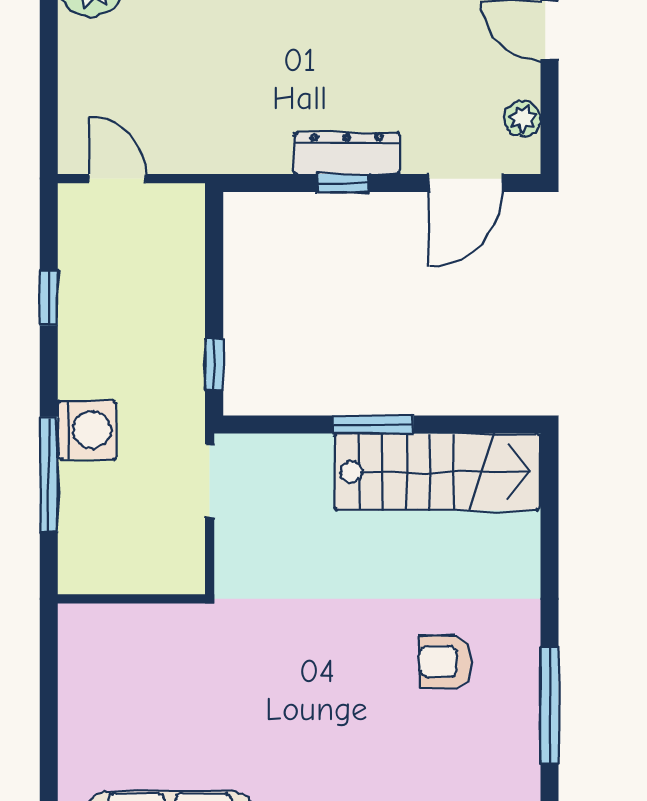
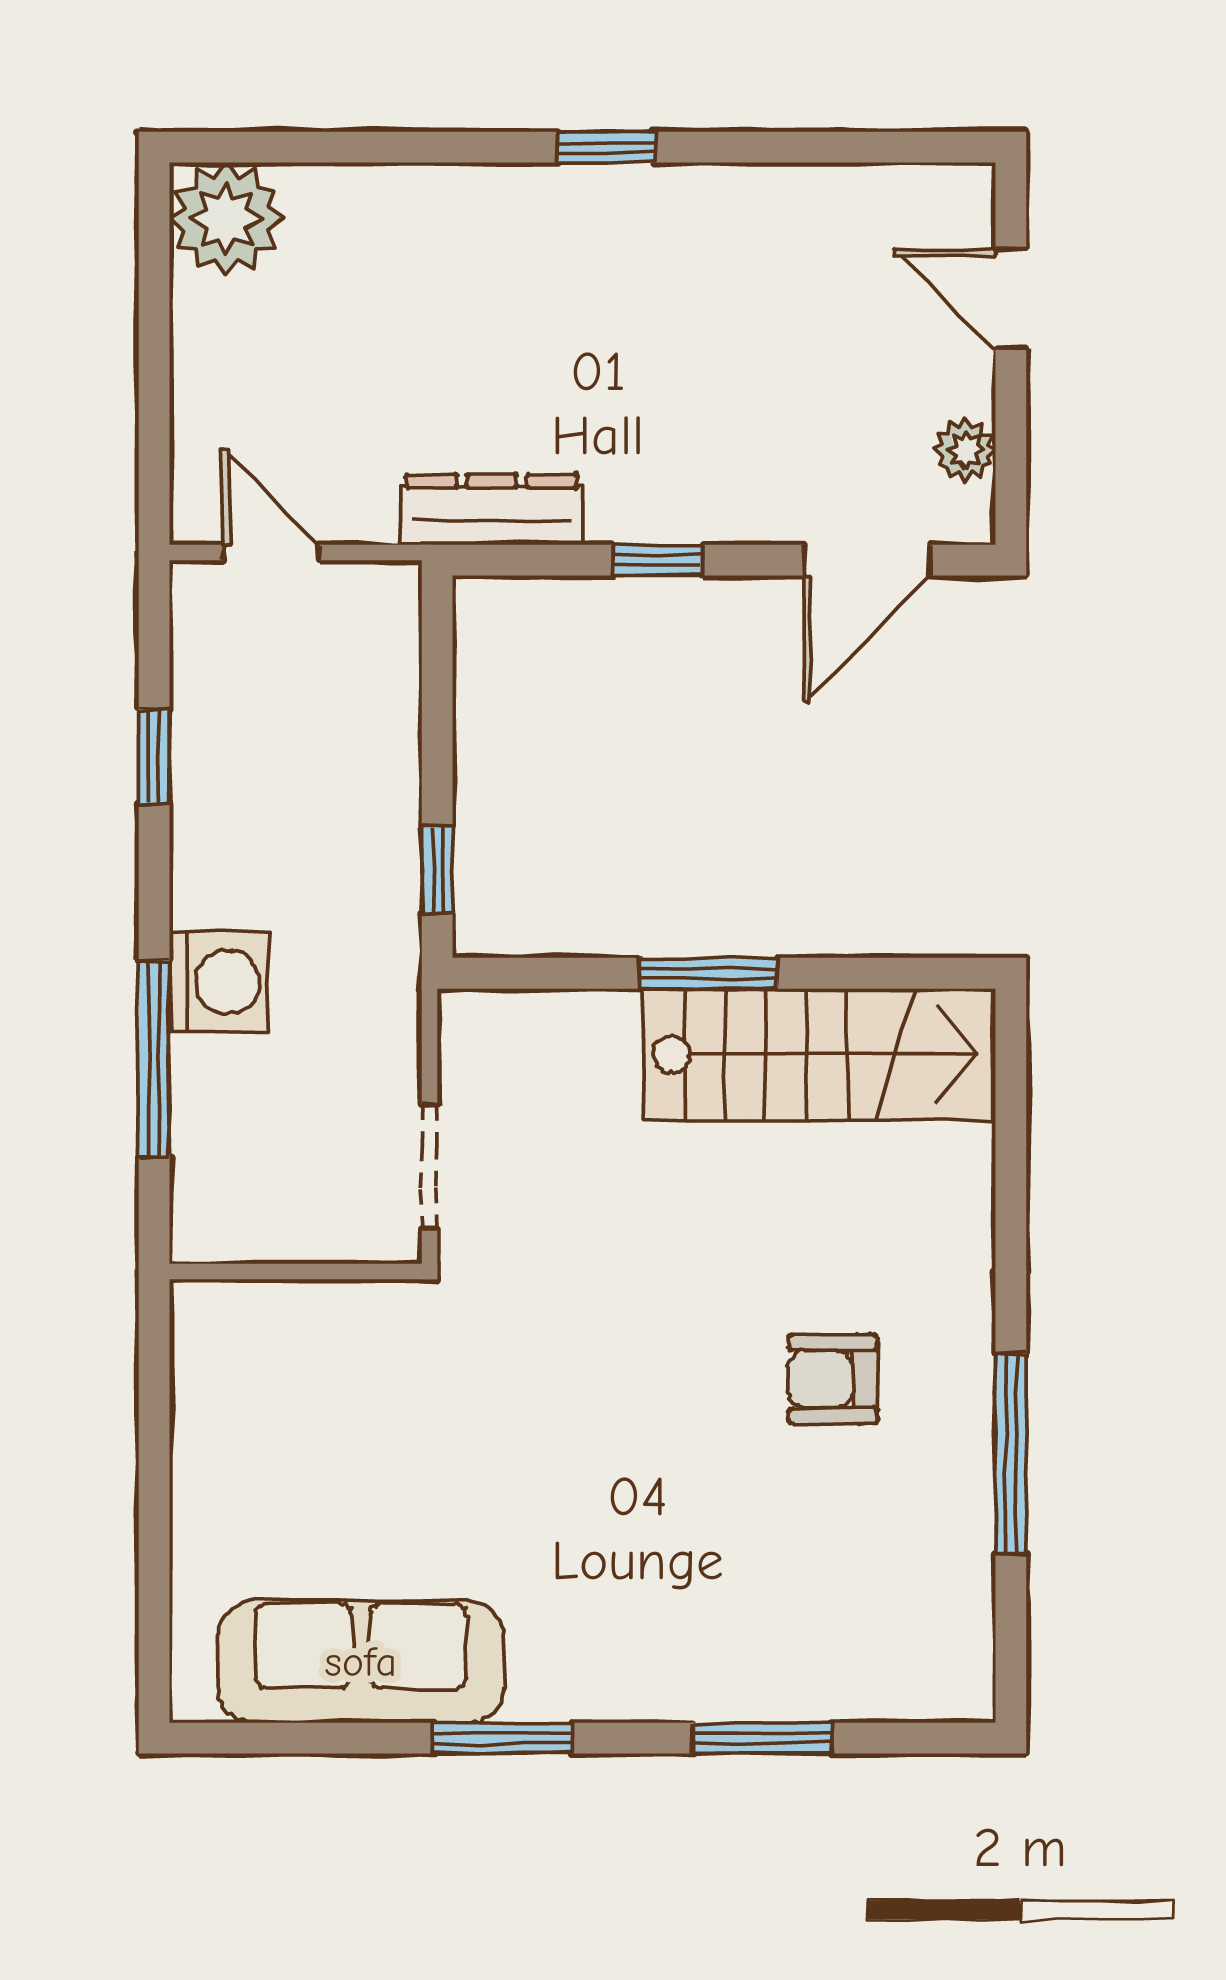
dresser: (347, 153) -> (492, 510), moved
doorway: (210, 481) -> (429, 1167), moved

